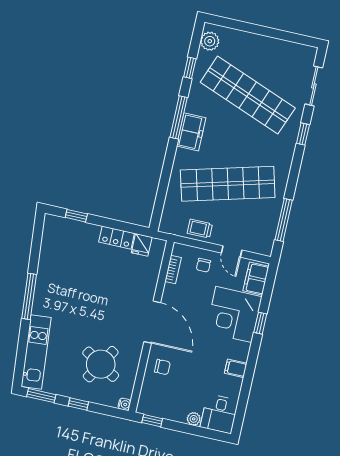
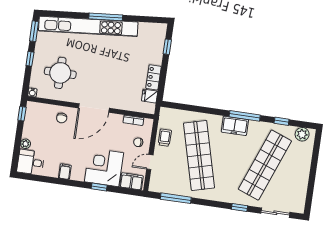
kitchen unit: (36, 352) -> (88, 26), width x1.86
round table: (101, 364) -> (60, 73), turned -31

